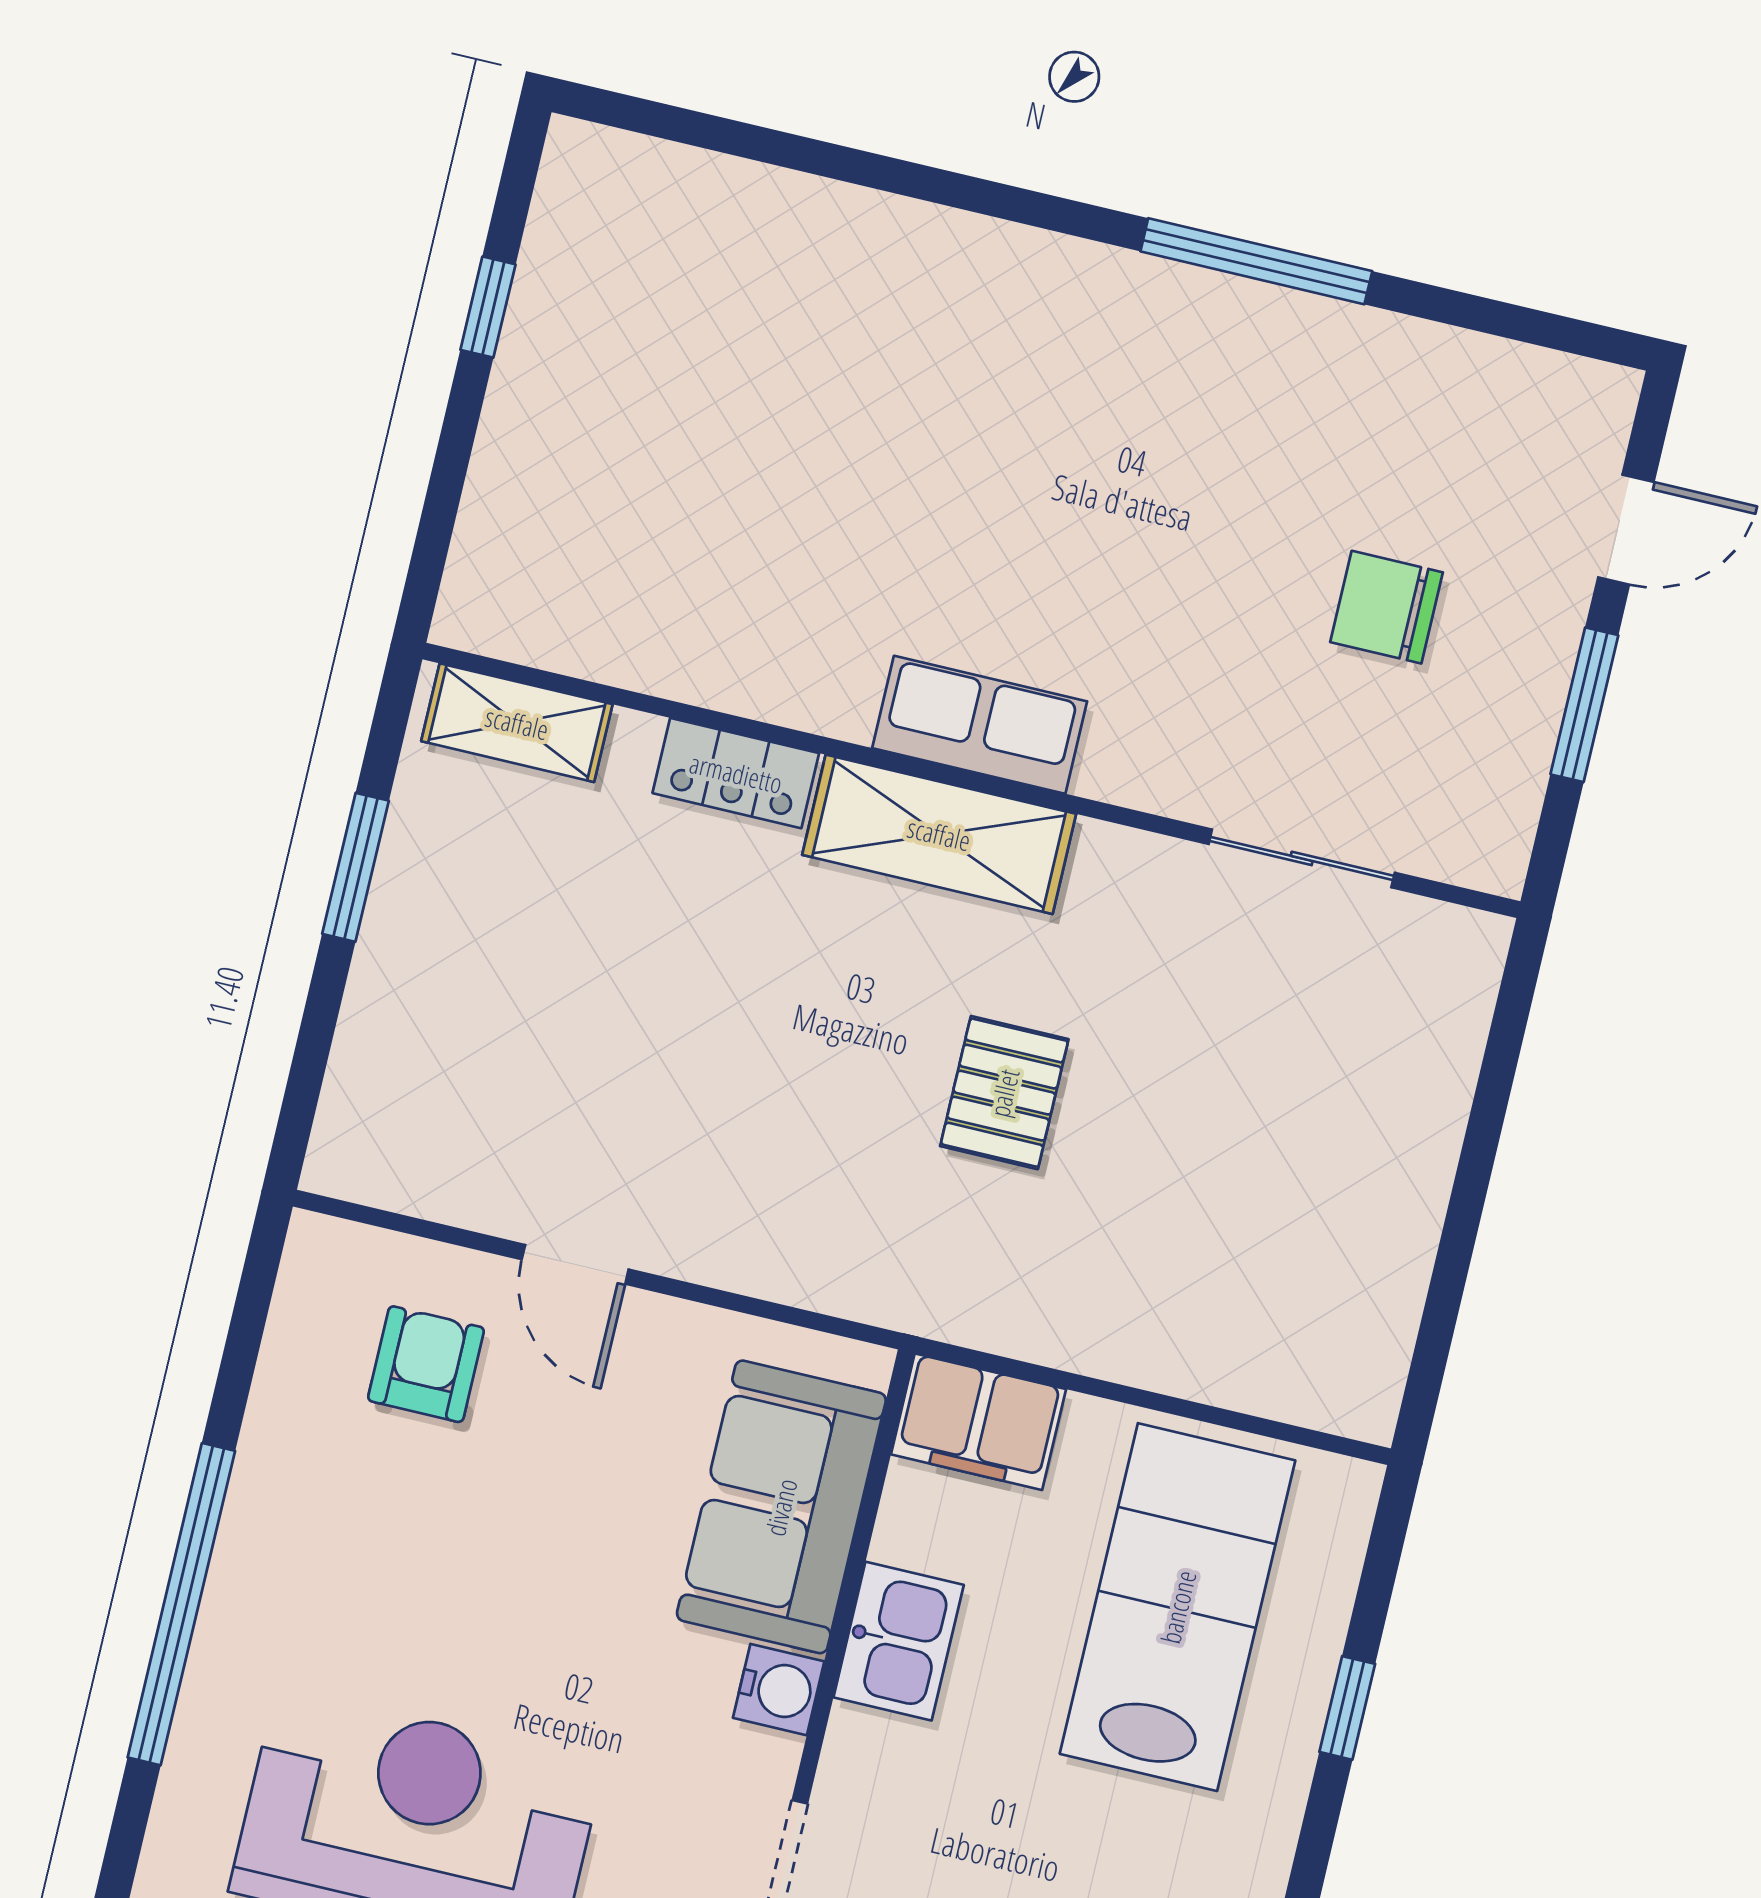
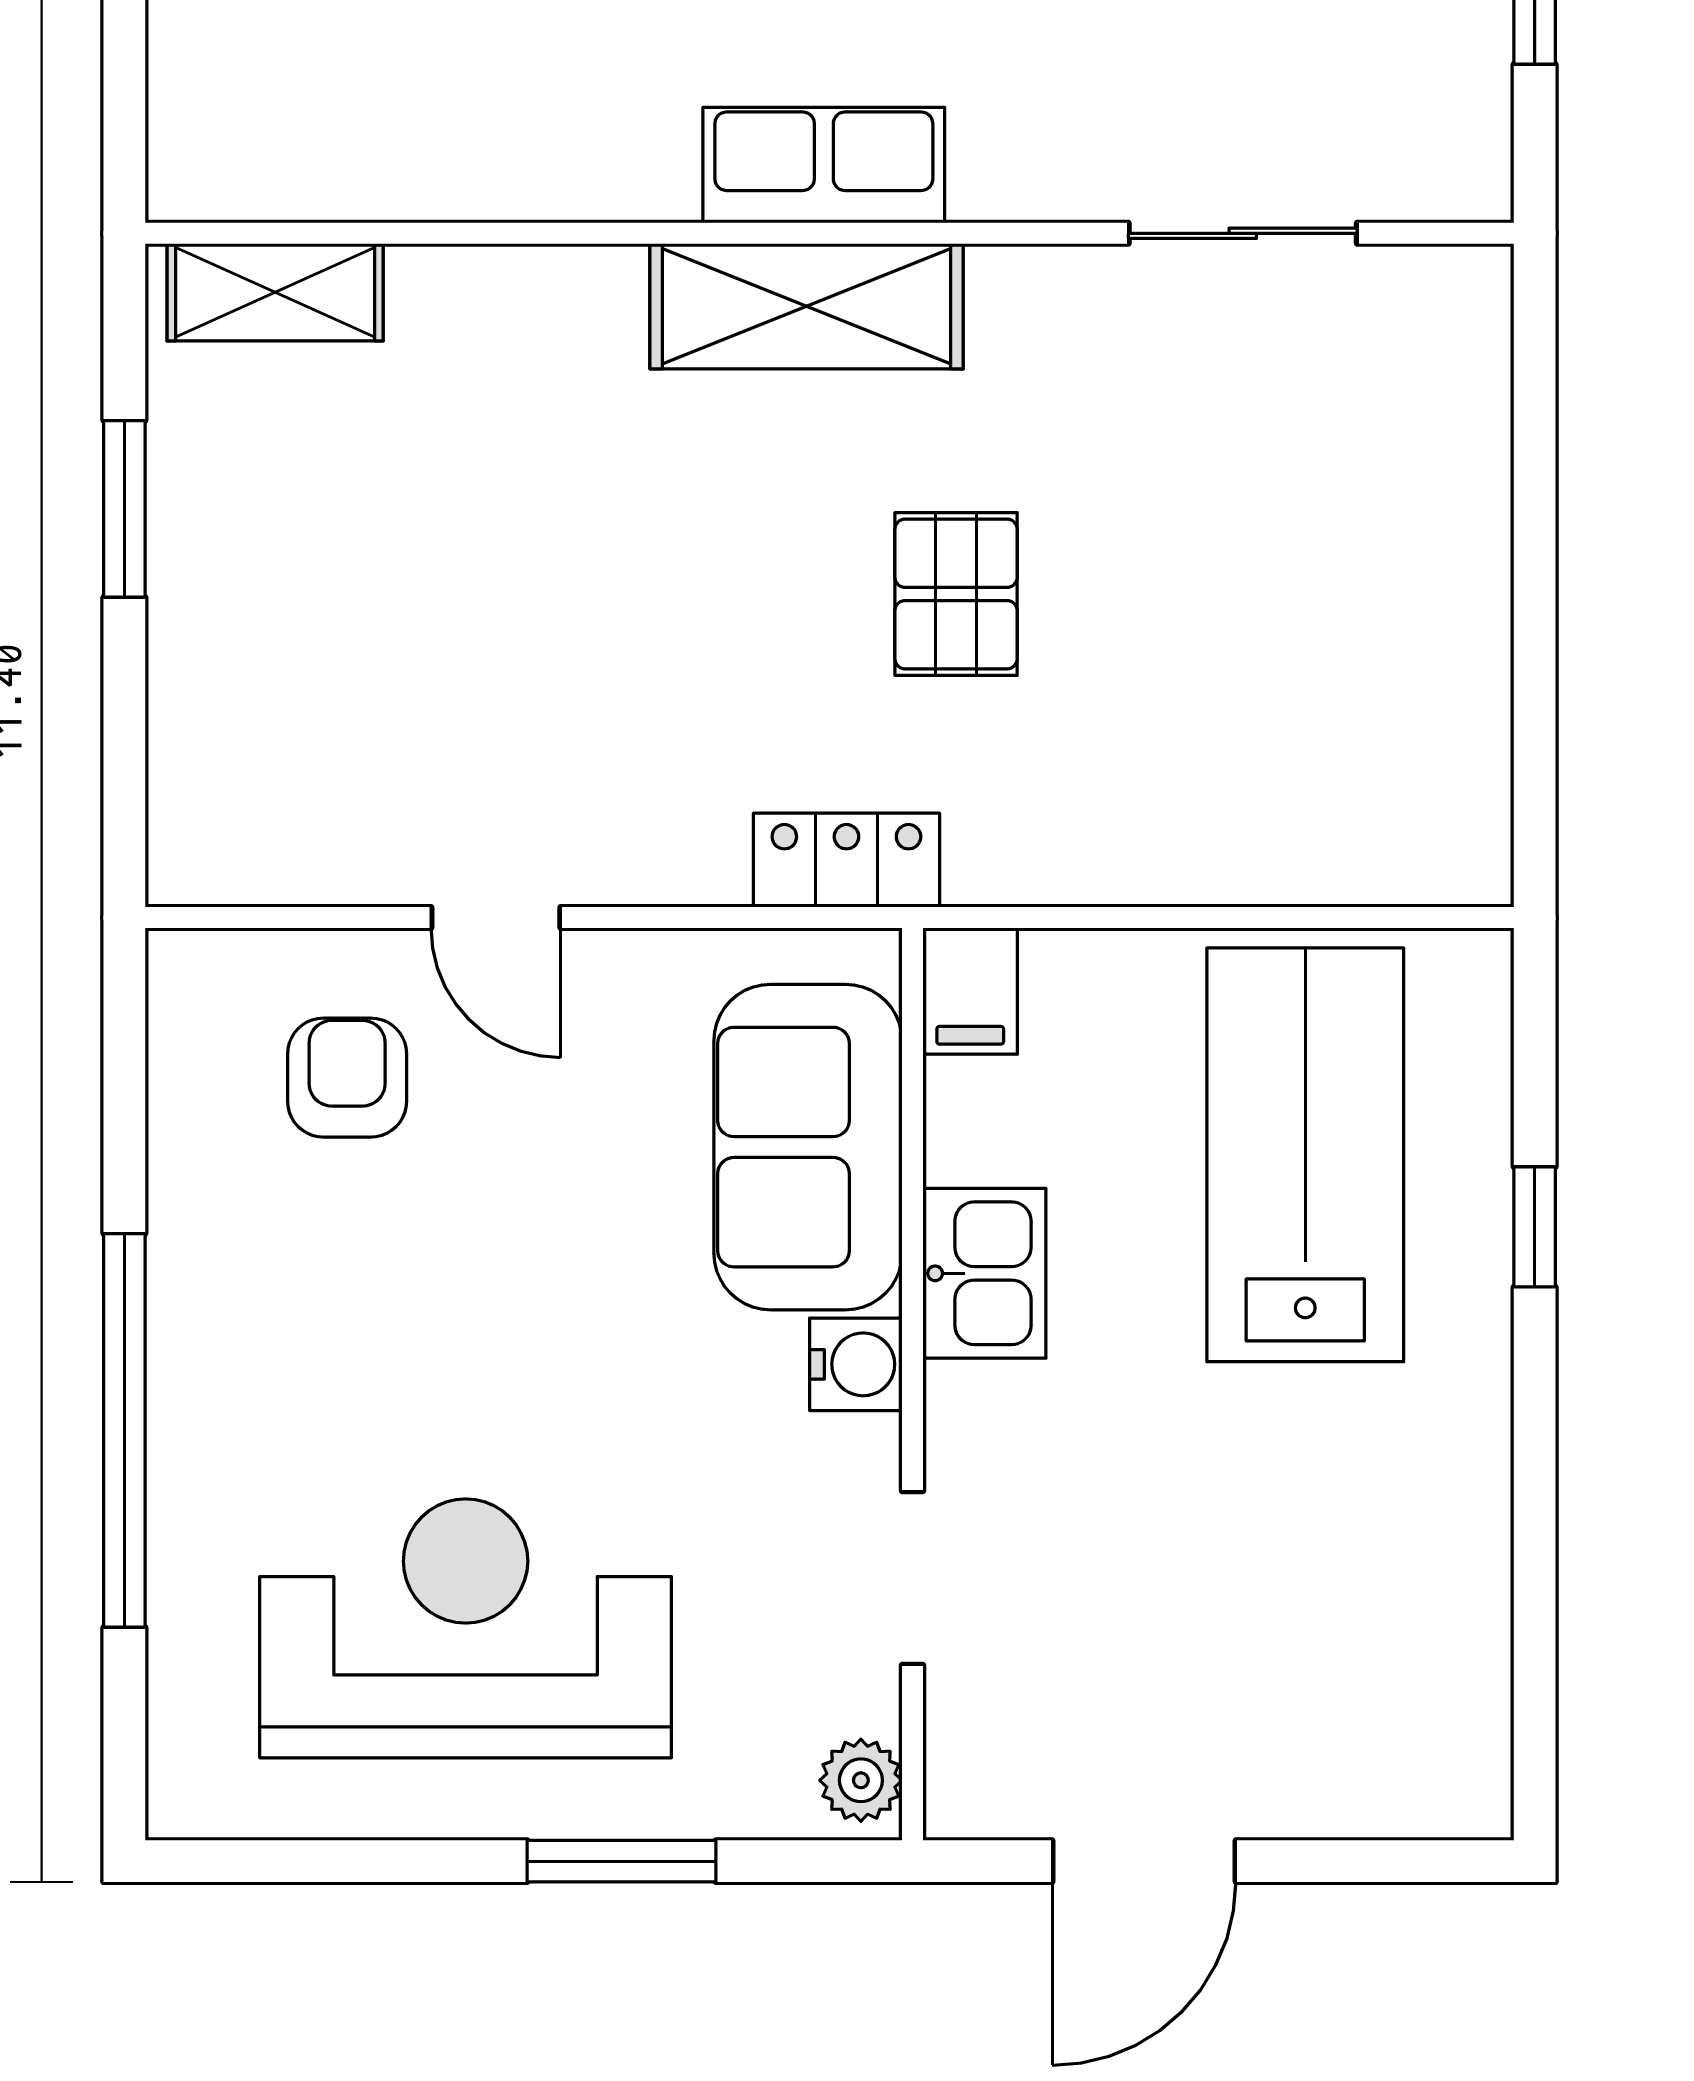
locker: (736, 773) -> (846, 860), moved, turned 180
filing cabinet: (978, 1422) -> (970, 991), width x0.50

